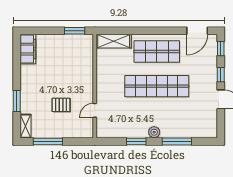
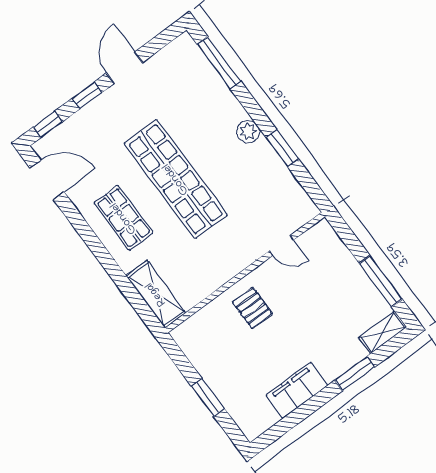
window: (75, 31) -> (208, 398), moved
filing cabinet: (28, 49) -> (297, 390), moved
shop shelf: (157, 51) -> (124, 218), width x0.70, depth x0.74
pallet: (61, 105) -> (252, 308), moved
window: (177, 142) -> (219, 63), moved

